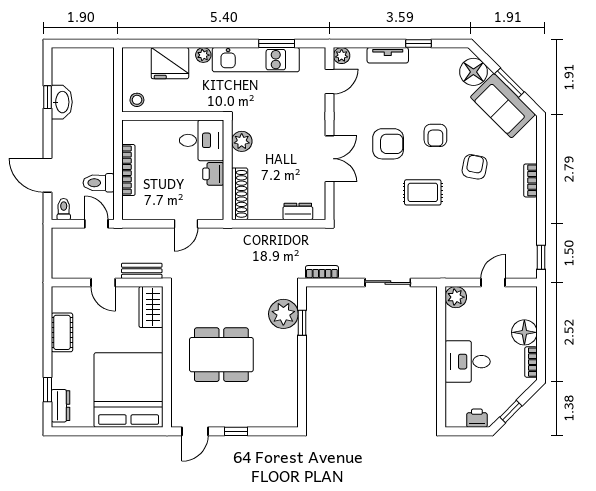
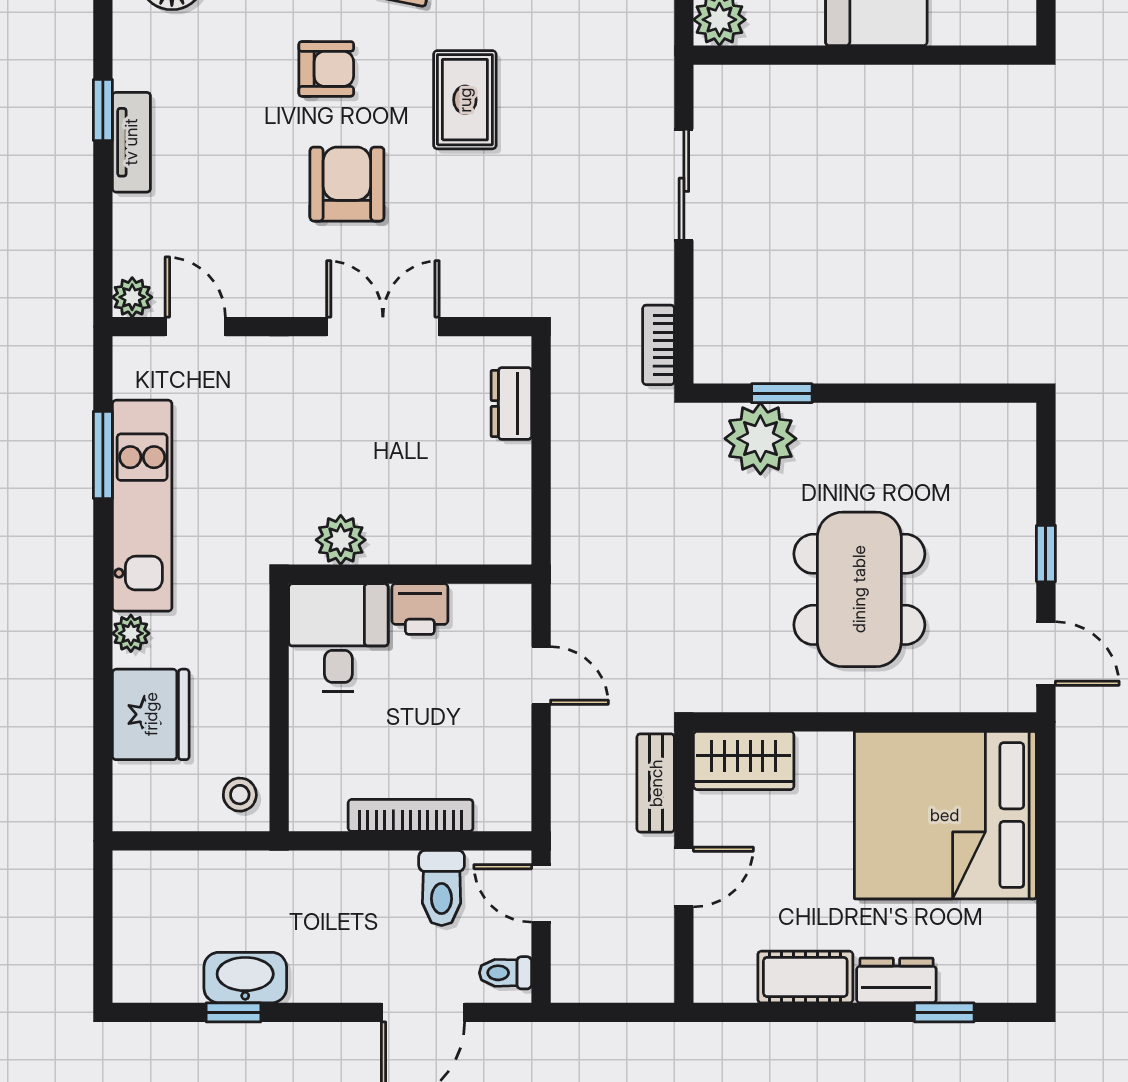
tv unit: (388, 55) -> (131, 142), moved
shoe rack: (240, 194) -> (468, 545), removed
door: (96, 224) -> (541, 893), hinge flipped
dresser: (61, 406) -> (896, 980), moved

